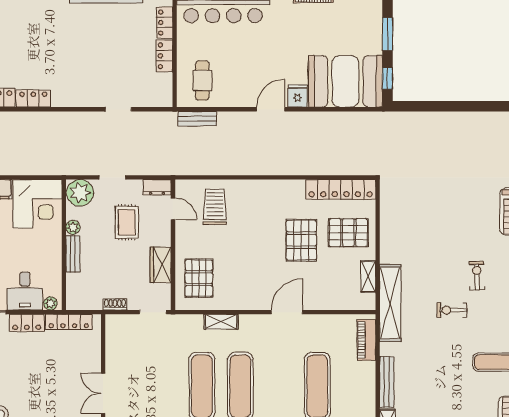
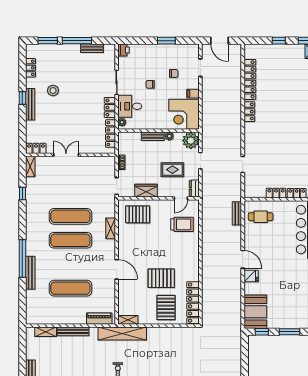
booth: (345, 81) -> (255, 312), width x0.73, depth x0.70
shelving: (368, 277) -> (128, 320), moved

